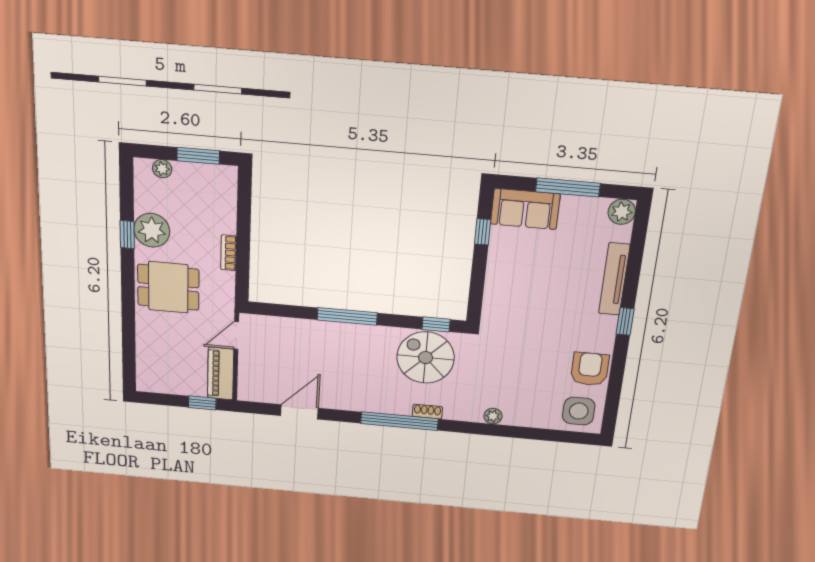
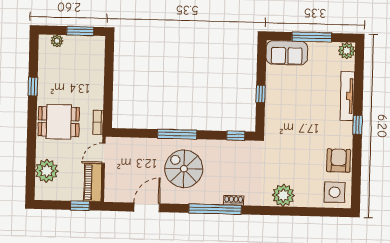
plant: (152, 230) -> (47, 171), moved
window: (483, 232) -> (261, 94), moved
bookcase: (229, 253) -> (98, 122), moved
spiral stairs: (426, 358) -> (184, 169), moved
plant: (493, 416) -> (283, 195), width x1.87, depth x1.87

